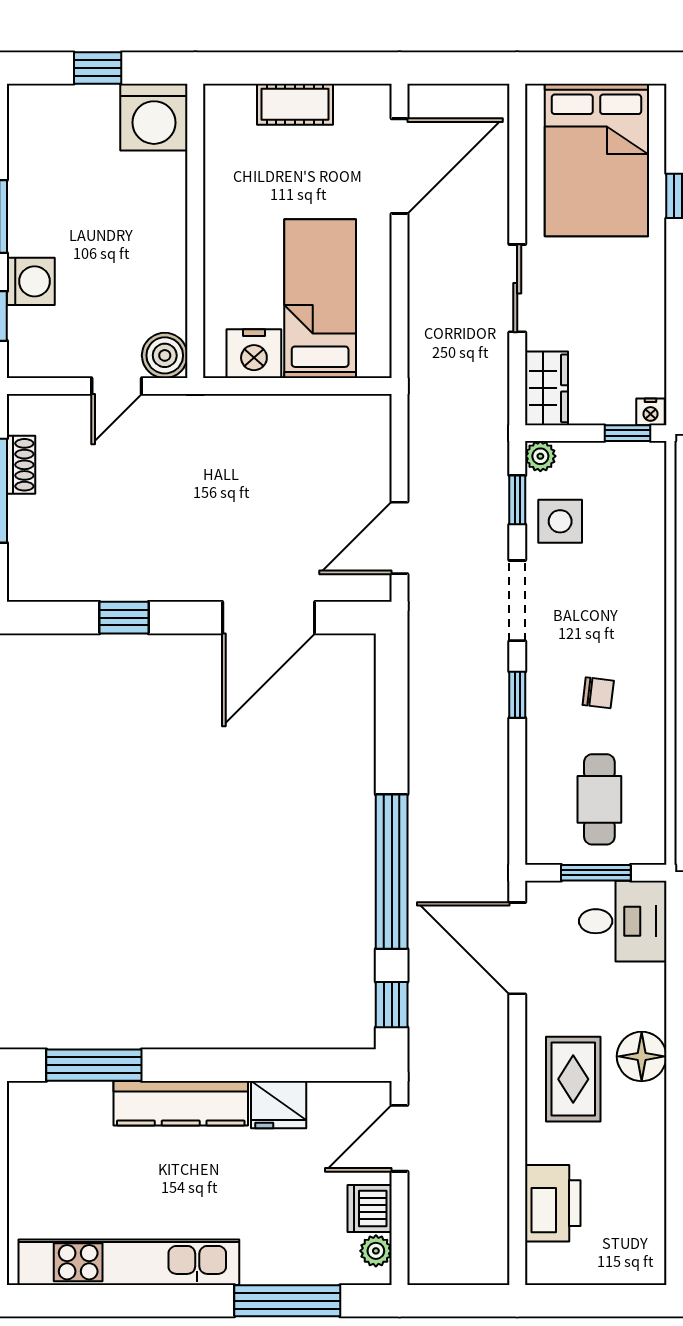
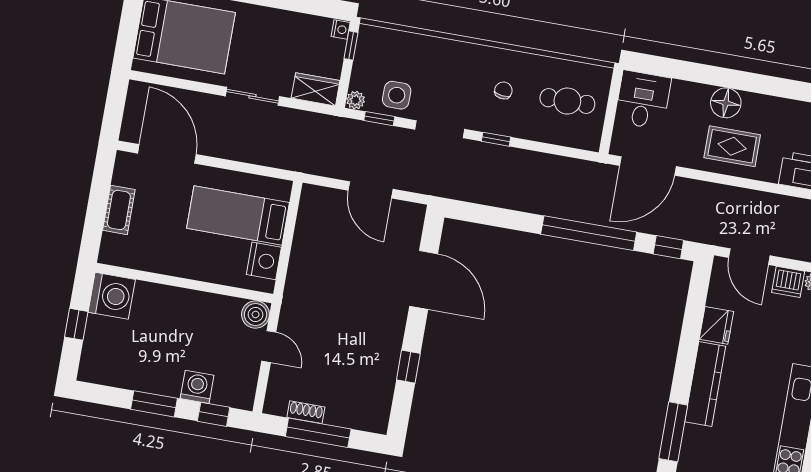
door: (399, 538) -> (370, 190), moved
window: (596, 873) -> (611, 111), removed

